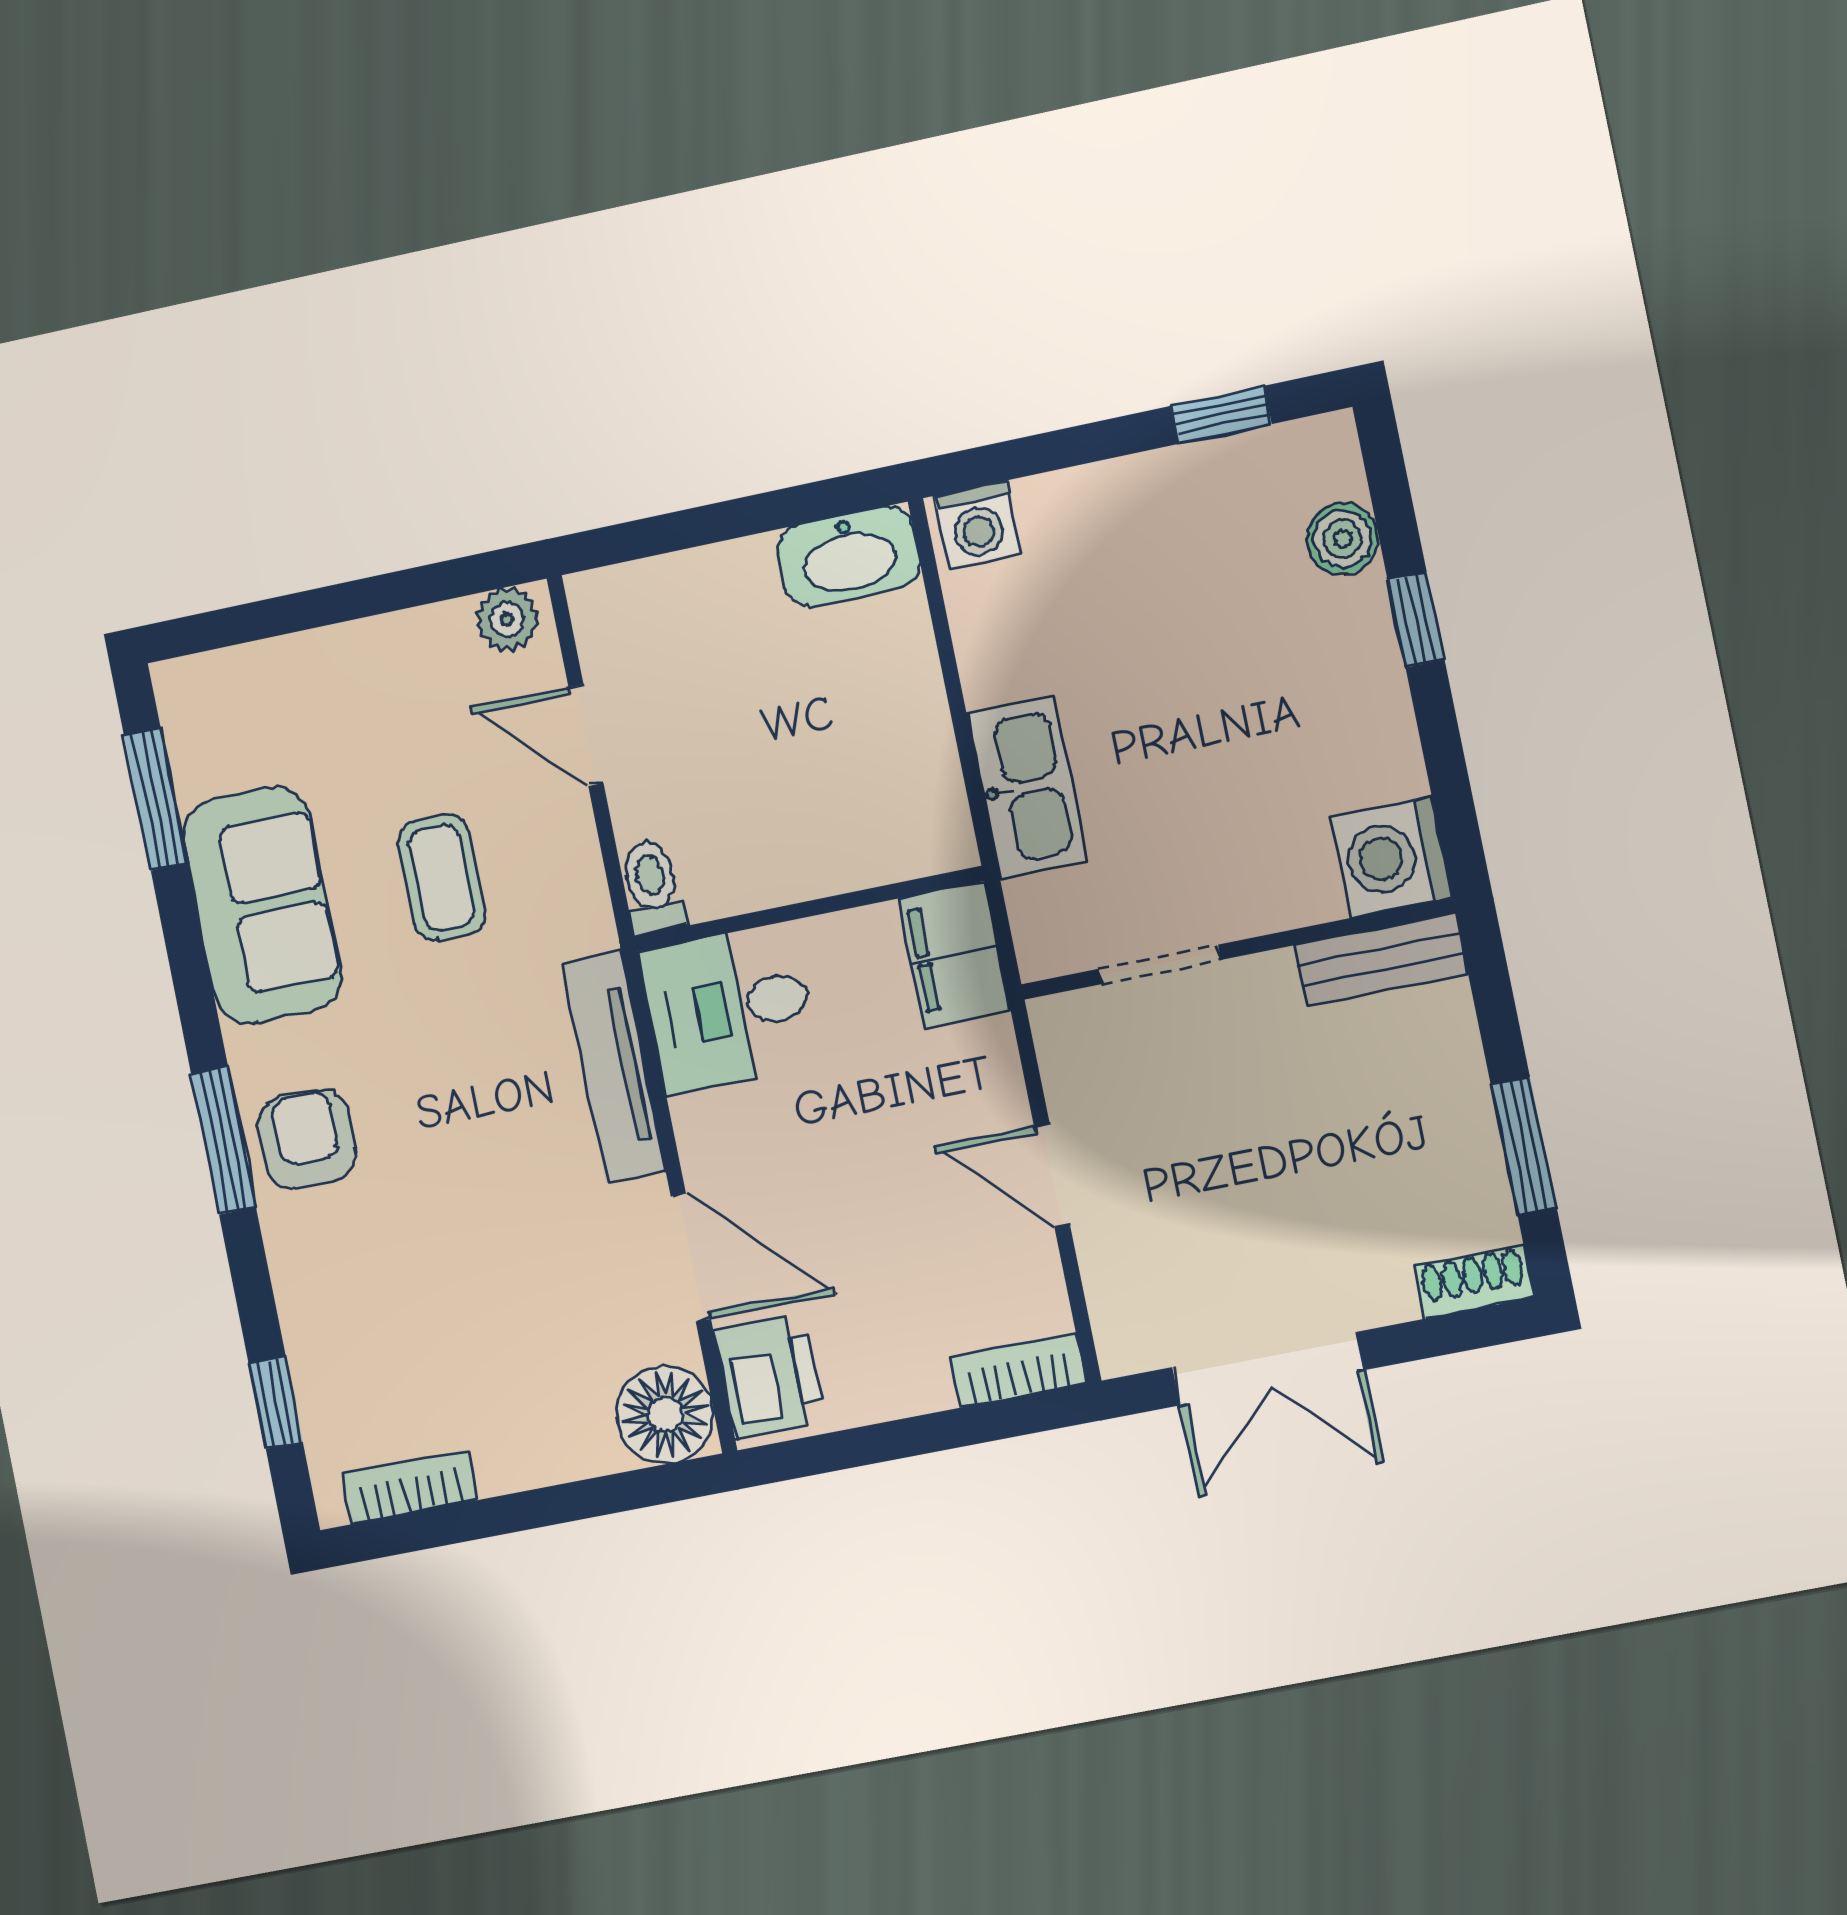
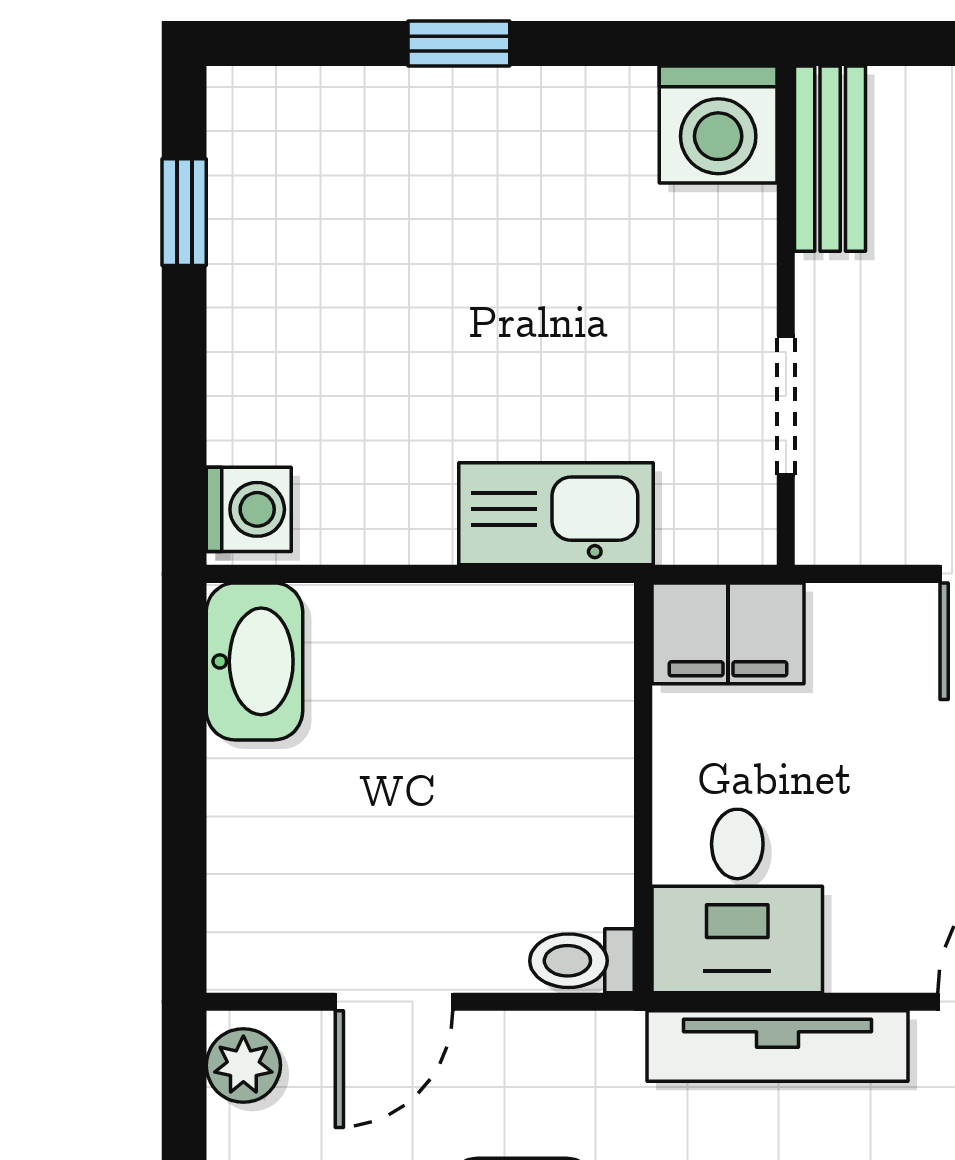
boiler: (1342, 539) -> (351, 106), removed

